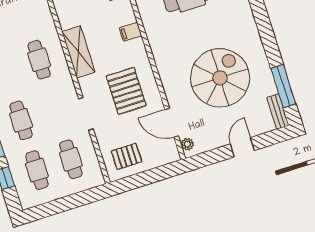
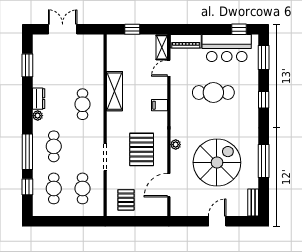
shelving: (78, 52) -> (115, 91), moved
window: (283, 86) -> (264, 161), moved
door: (172, 123) -> (169, 185), hinge flipped
plant: (187, 144) -> (176, 145), moved
pallet: (127, 156) -> (126, 200), turned 90

